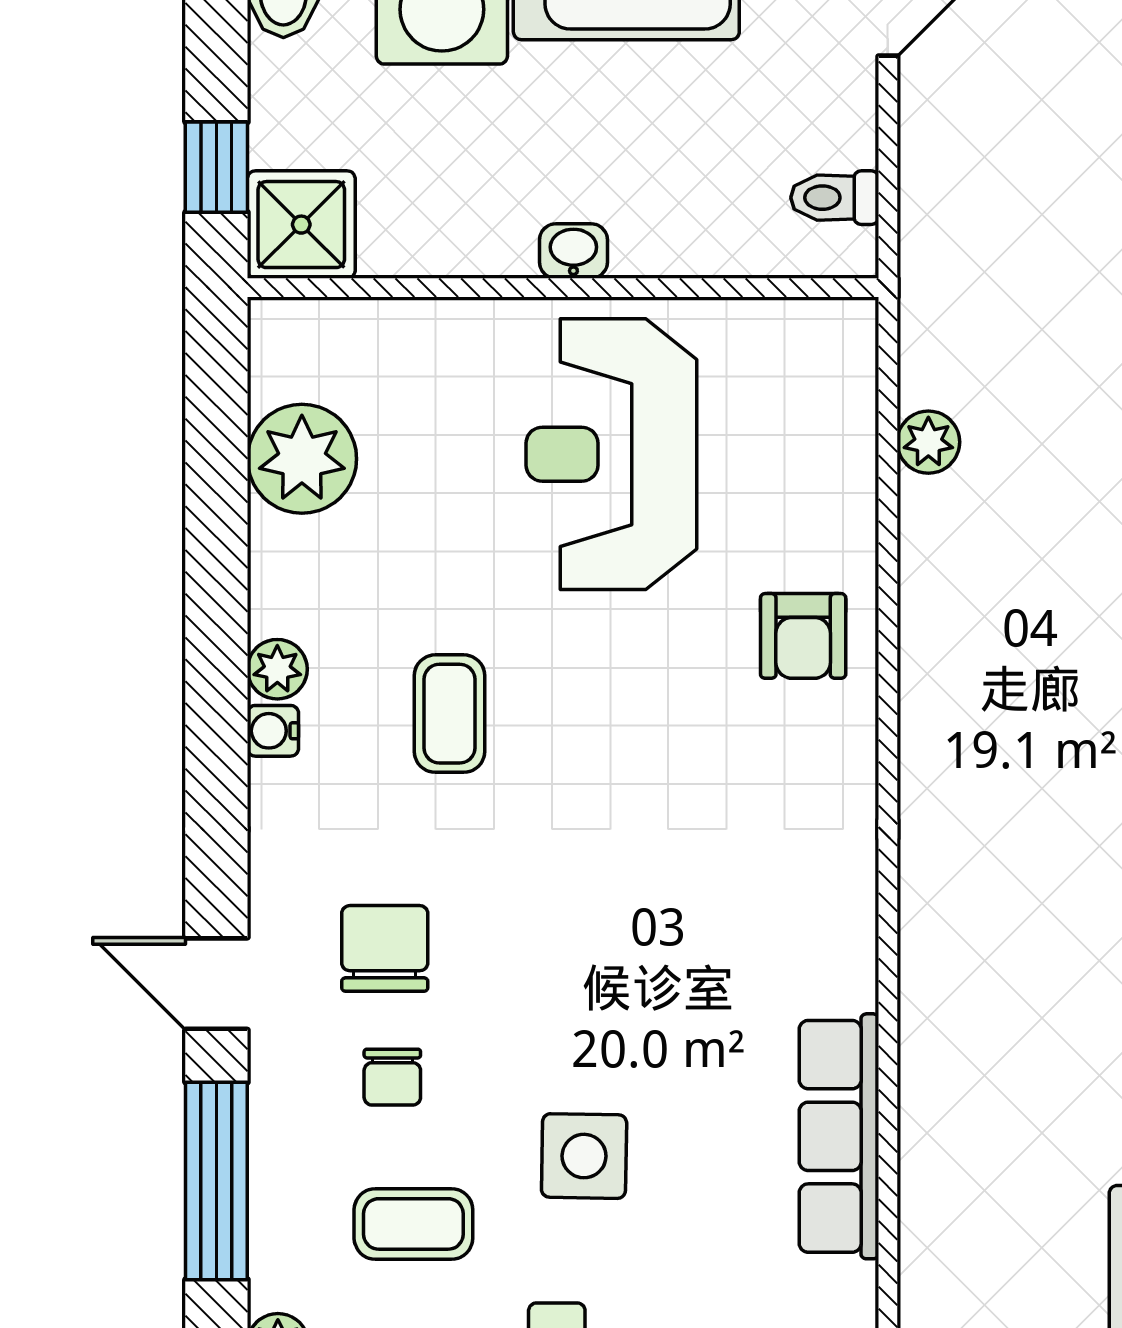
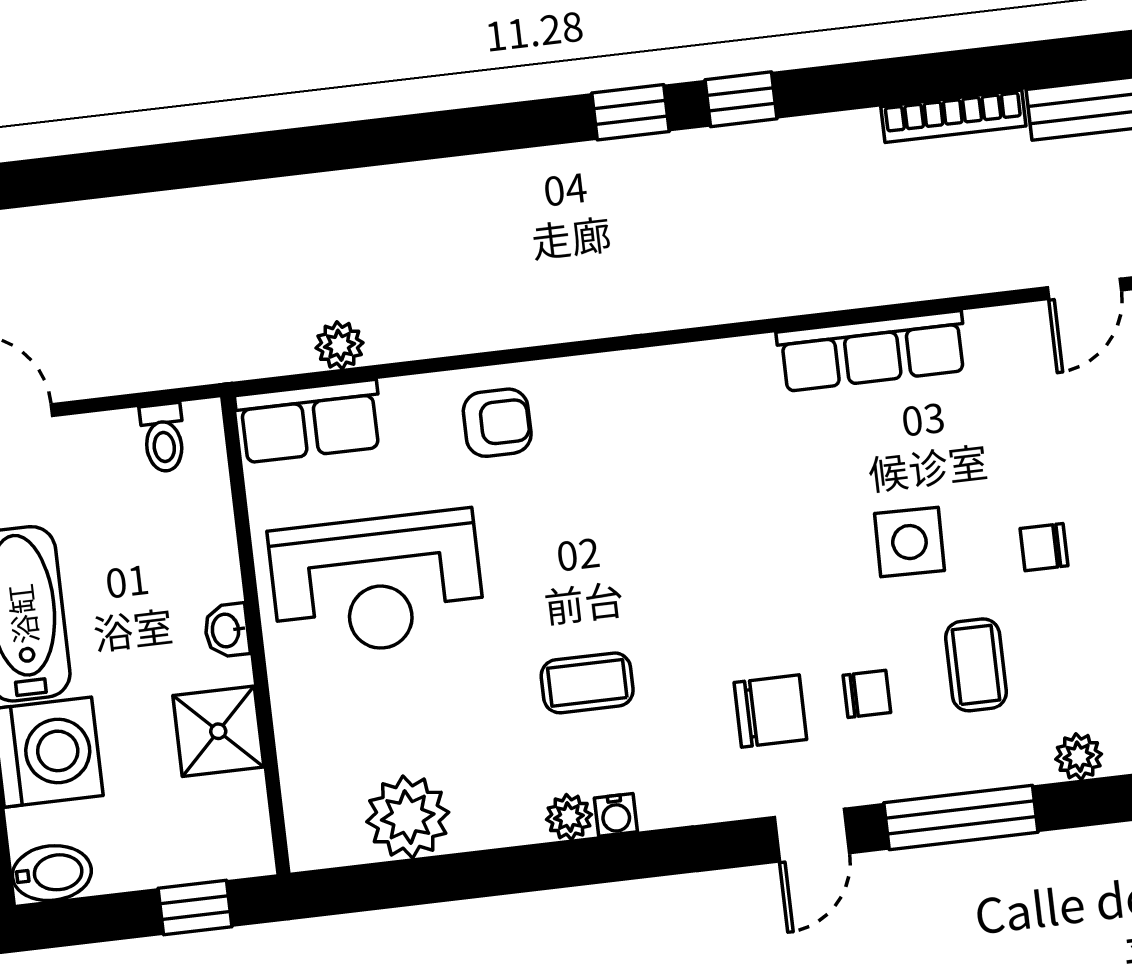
shower: (301, 225) -> (218, 731), moved
row of seats: (834, 391) -> (309, 421), added
chair: (385, 948) -> (770, 711), turned 180

